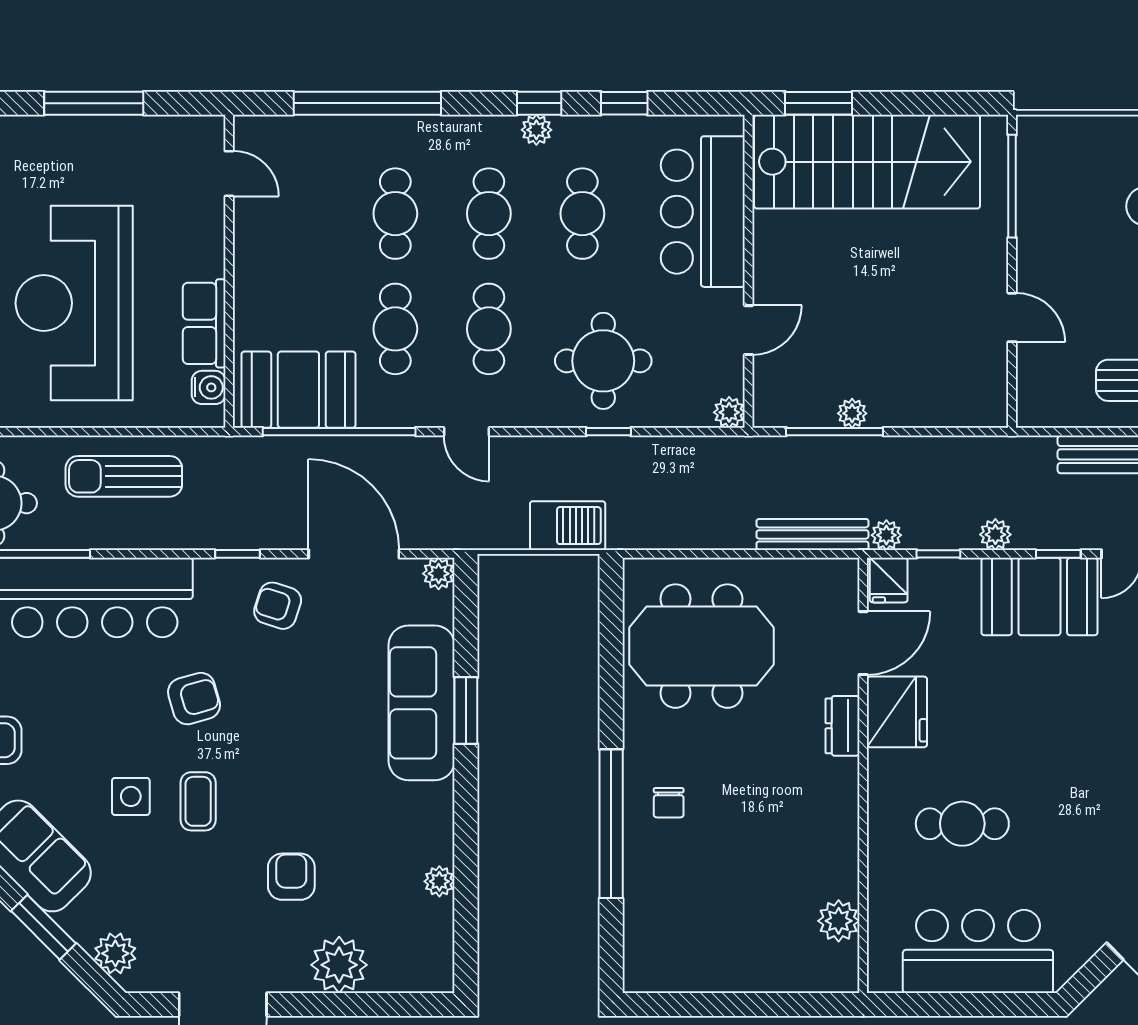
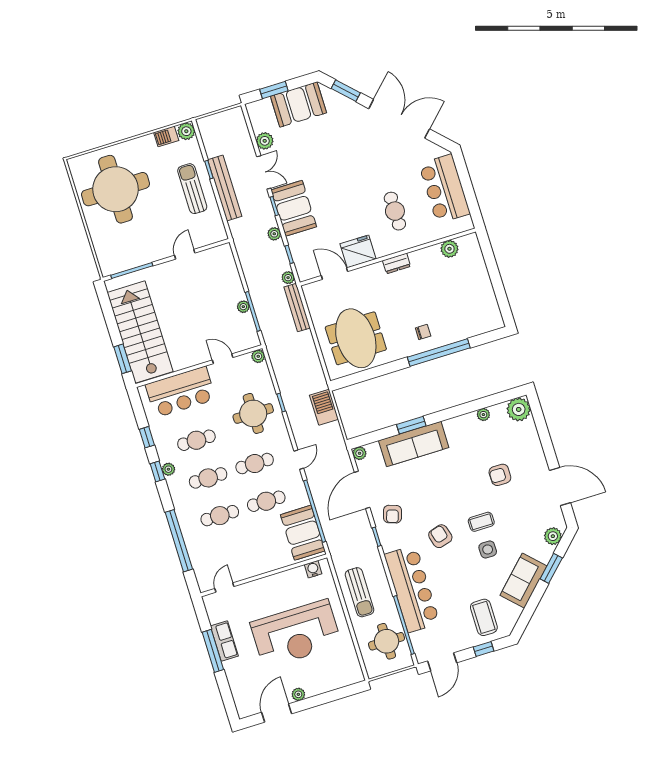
row of seats: (204, 323) -> (224, 641), moved, turned -90
fridge: (889, 580) -> (306, 271), removed
dresser: (842, 726) -> (397, 263), moved
plant: (339, 965) -> (519, 409), moved

